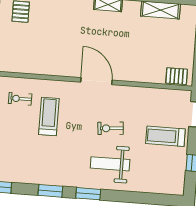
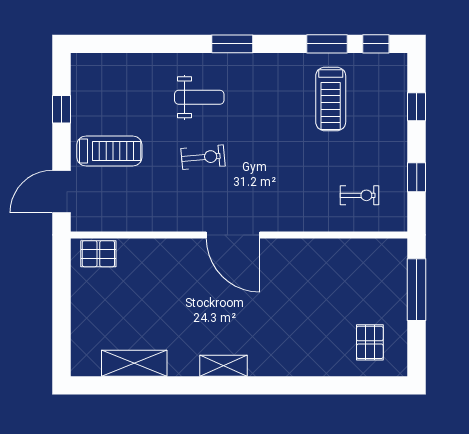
treadmill: (49, 116) -> (331, 99), moved
weight bench: (110, 164) -> (199, 97), width x0.73, depth x0.75
window: (50, 191) -> (327, 44), moved

